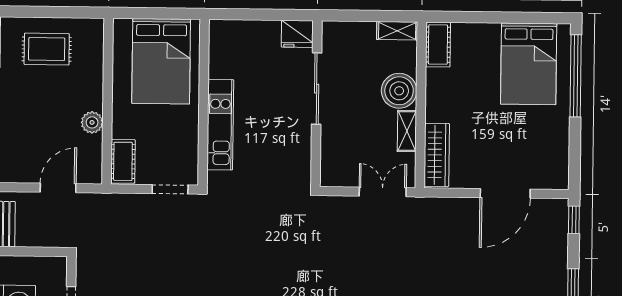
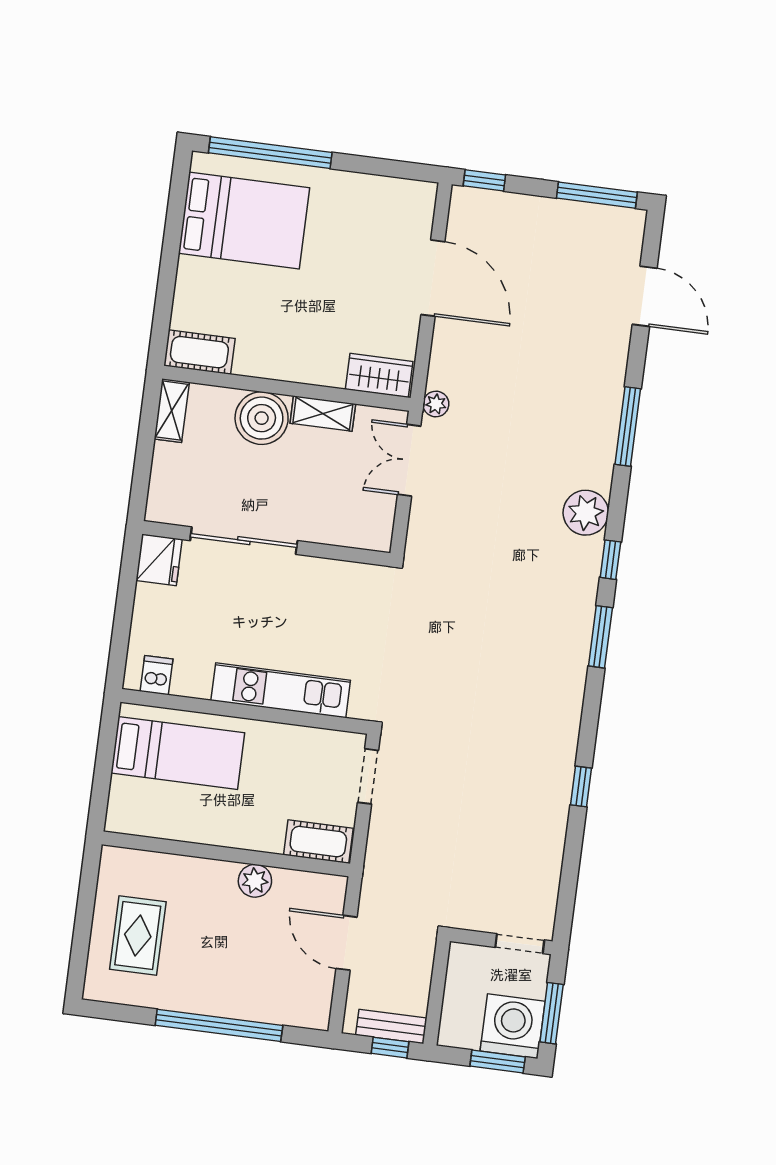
dishwasher: (221, 41) -> (157, 675), added
bed: (161, 61) -> (178, 753), width x0.67
wardrobe: (437, 155) -> (379, 375), width x0.67
plant: (422, 205) -> (436, 404), added

